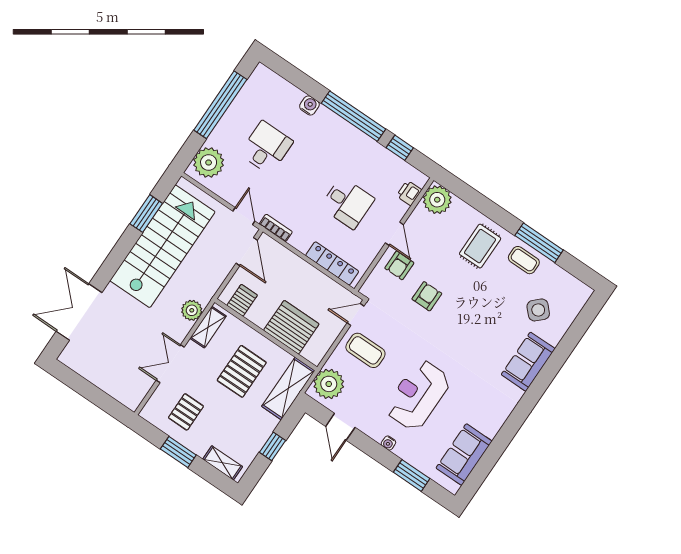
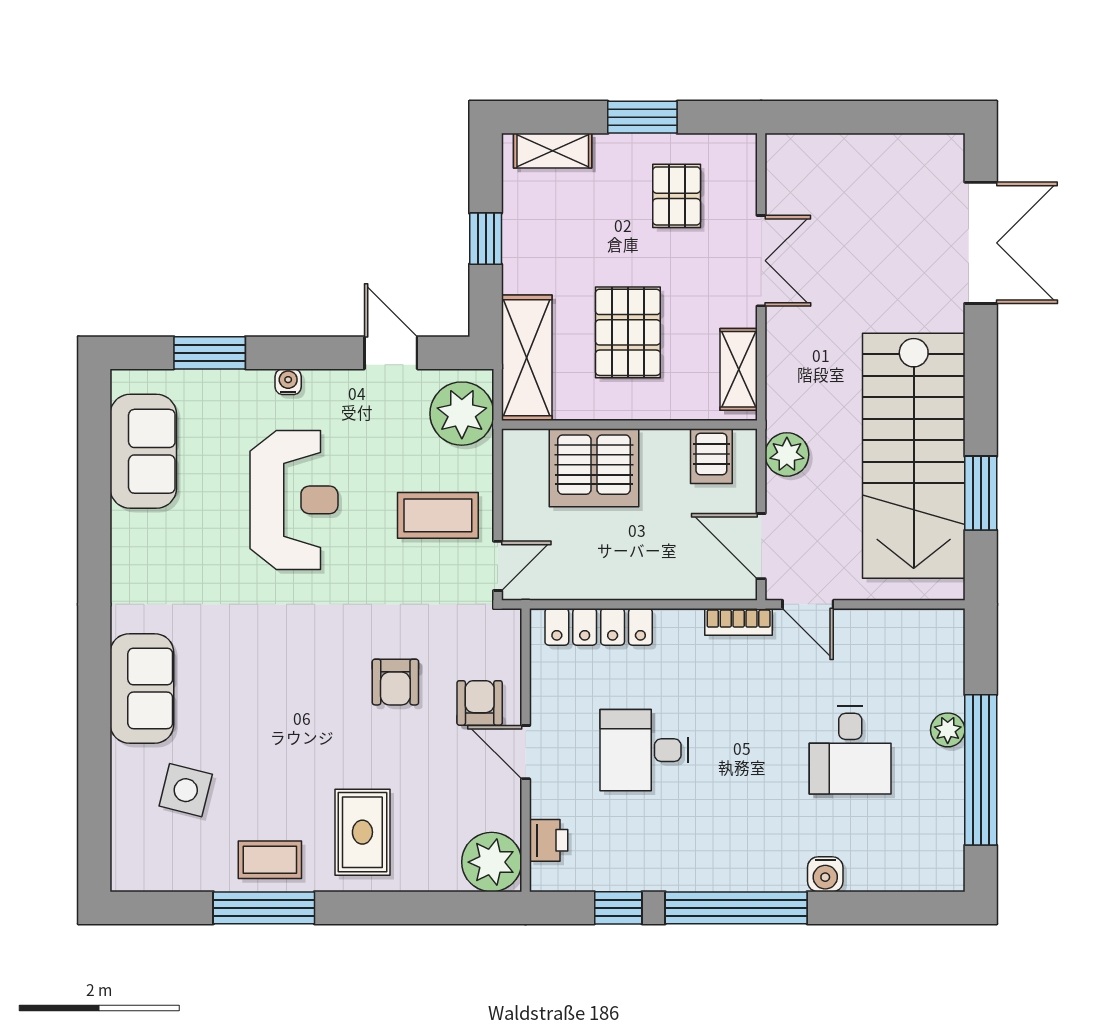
plant: (209, 162) -> (948, 730), moved, width x0.53, depth x0.53
plant: (192, 310) -> (787, 454), moved
side table: (538, 310) -> (186, 790), turned -32

